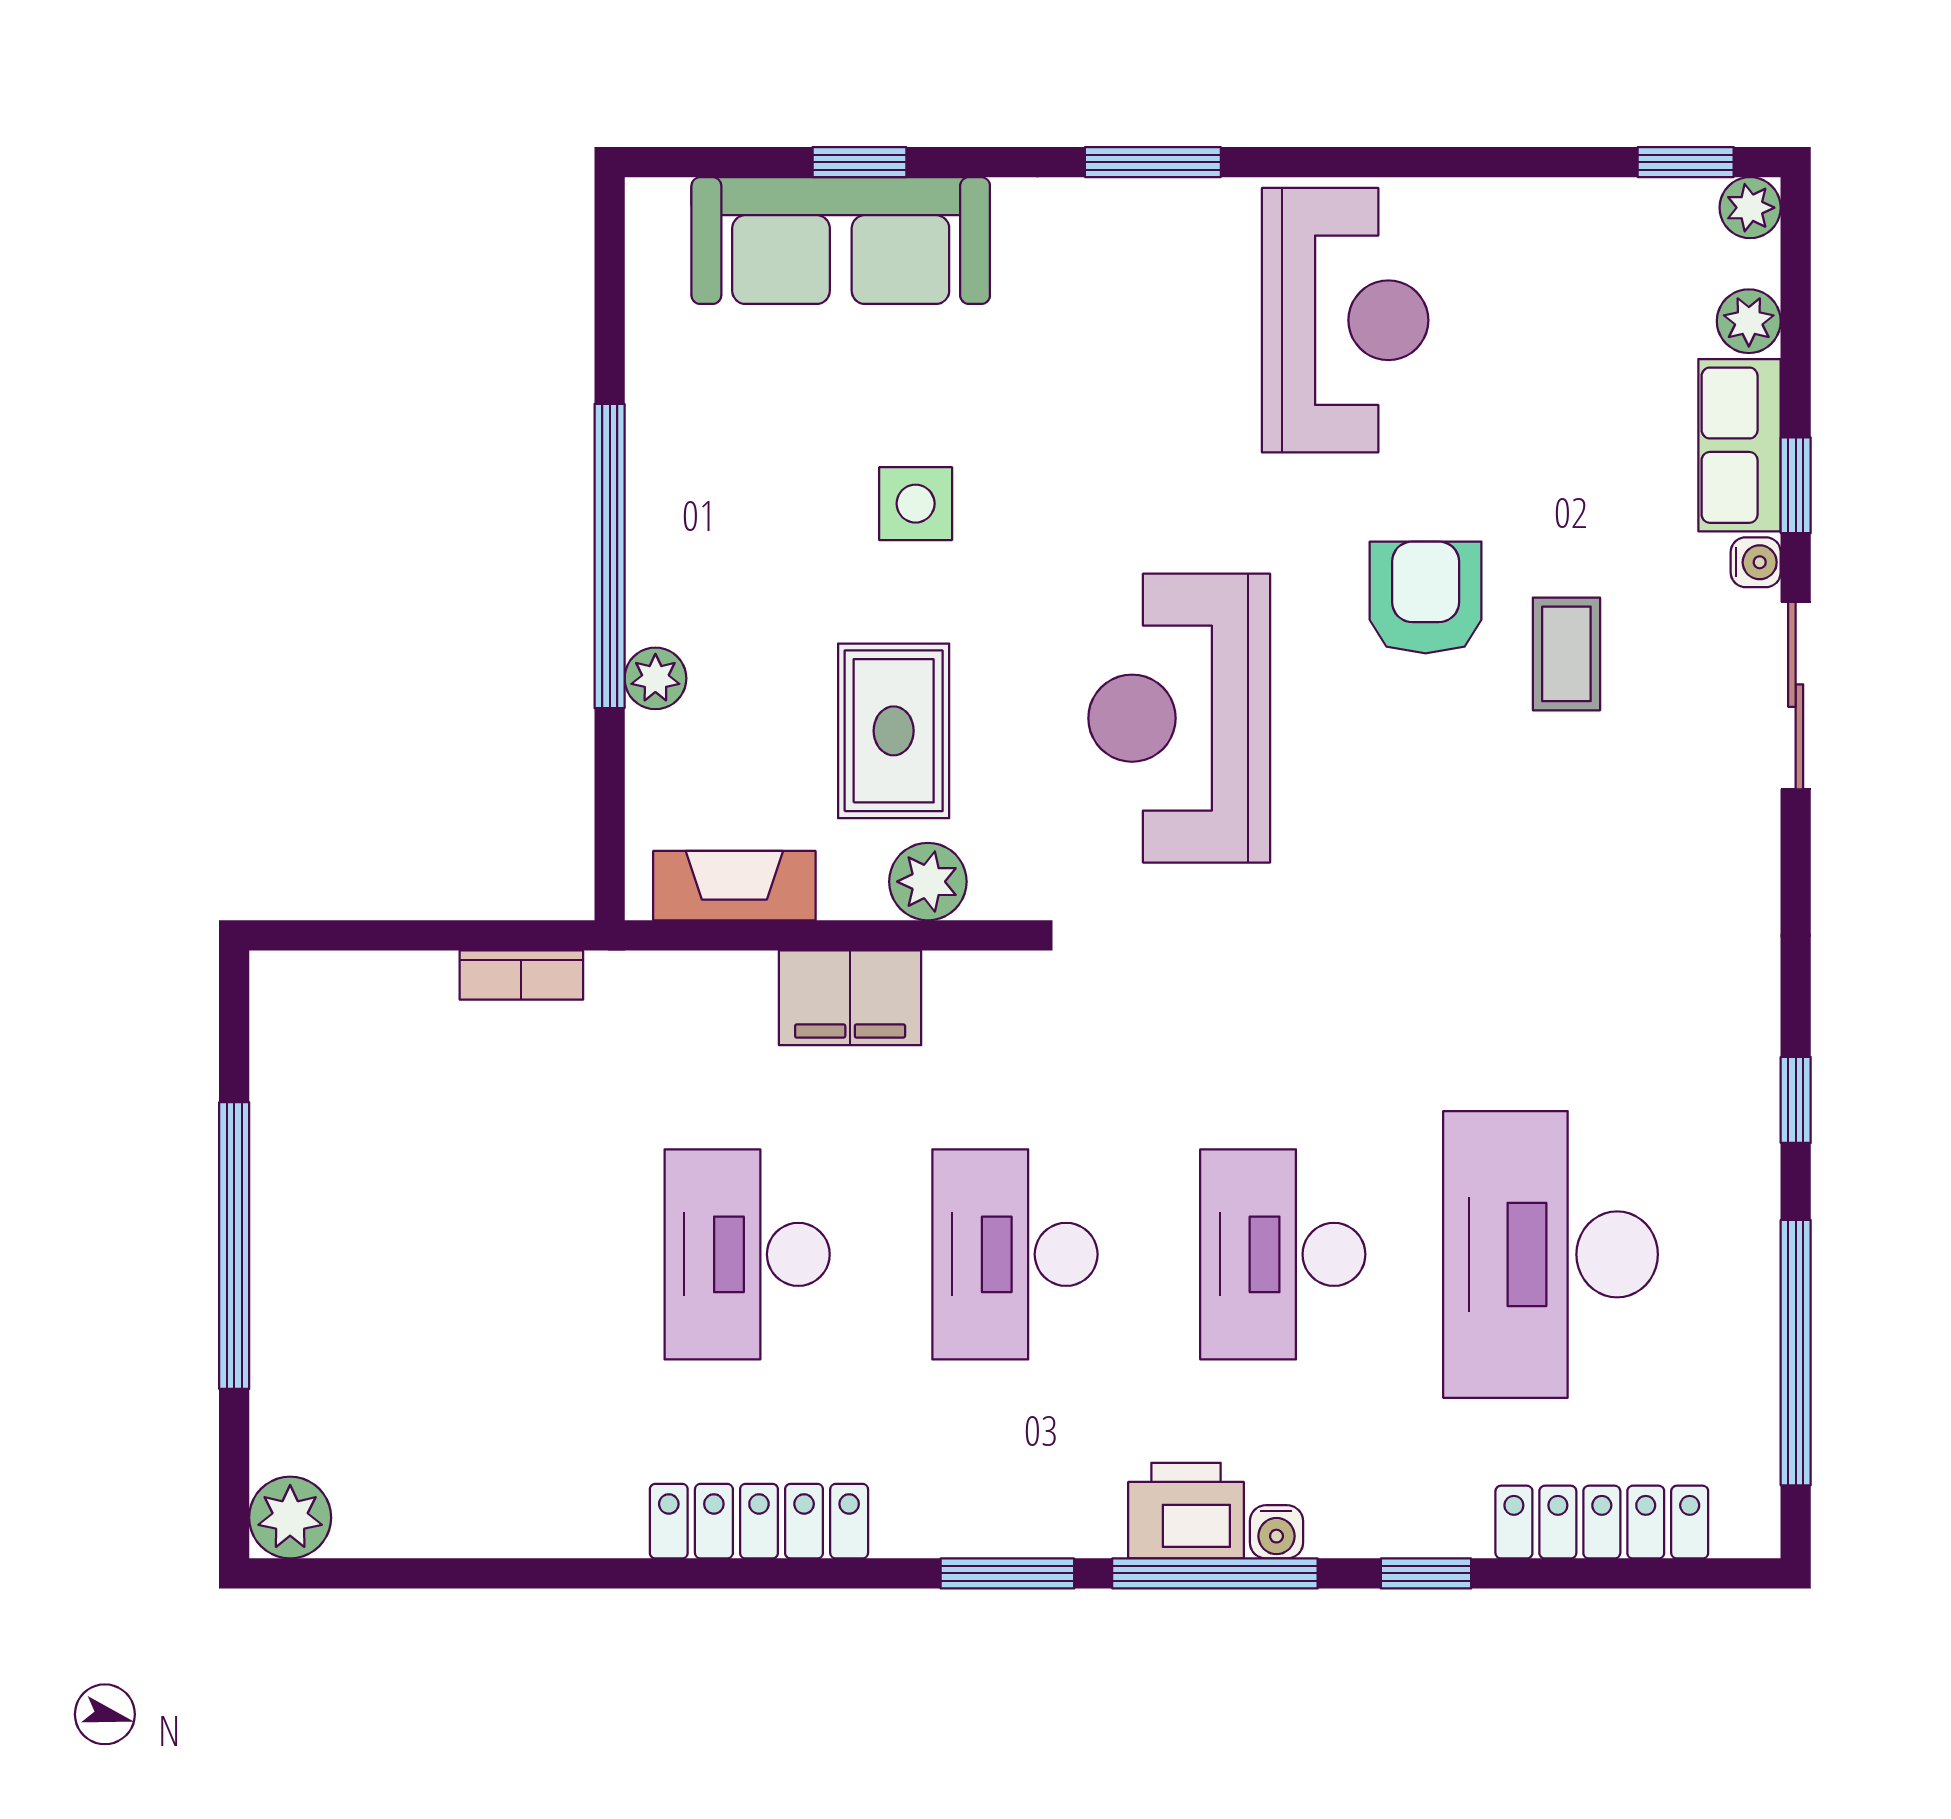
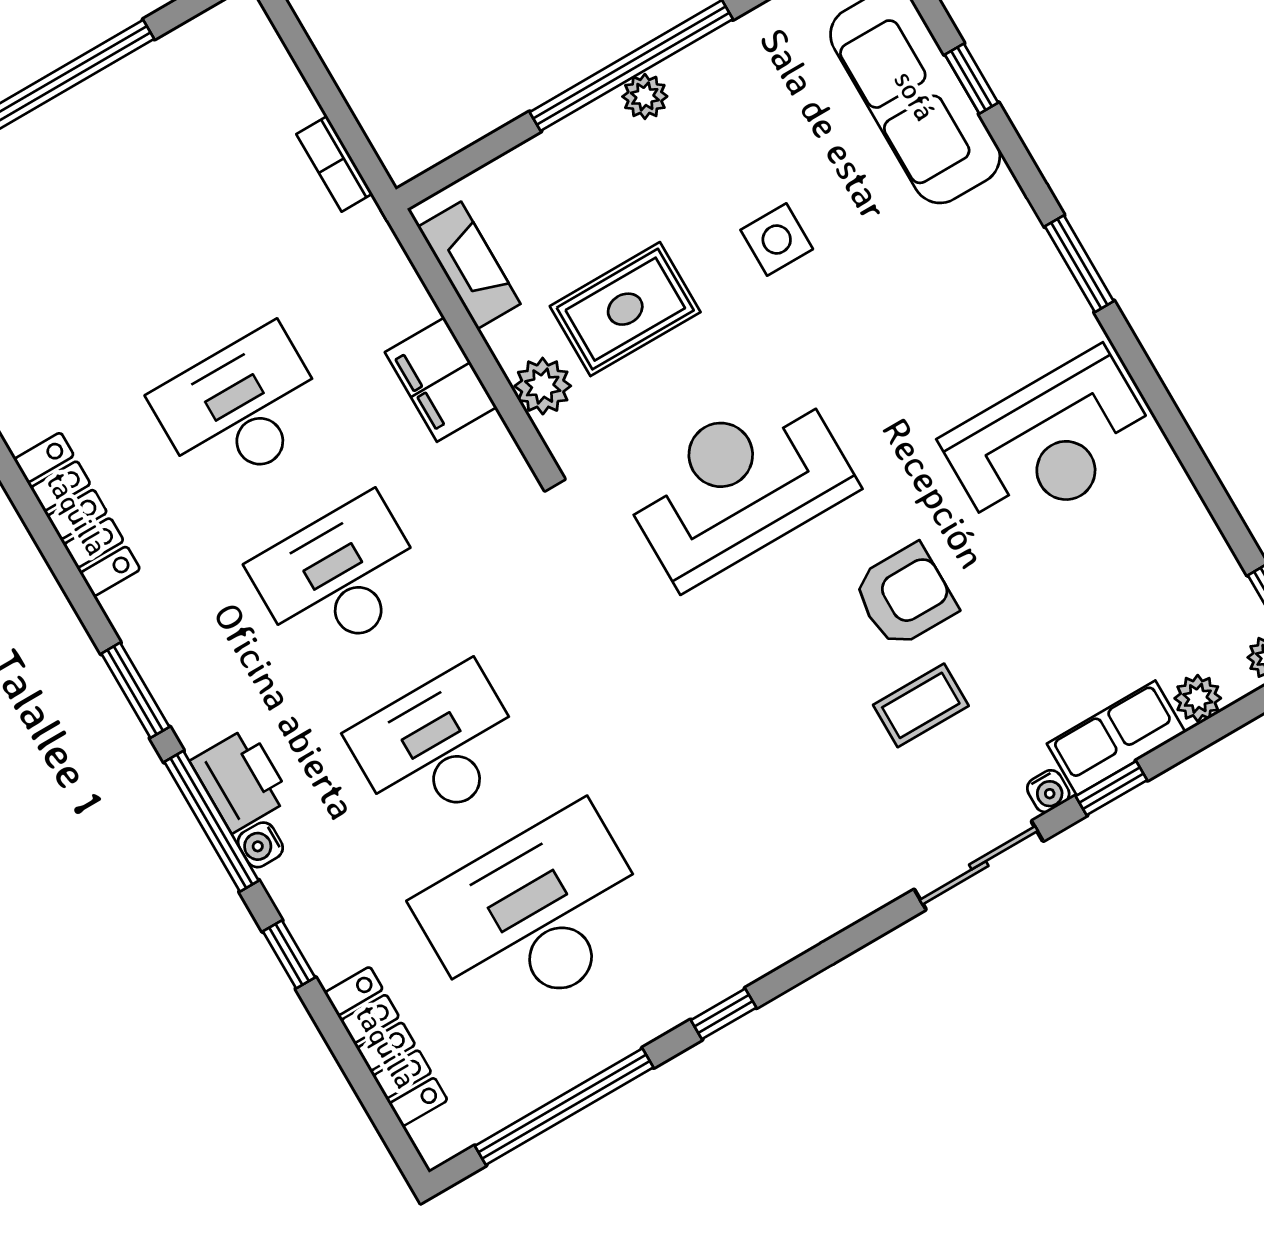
plant: (655, 678) -> (645, 96), moved

